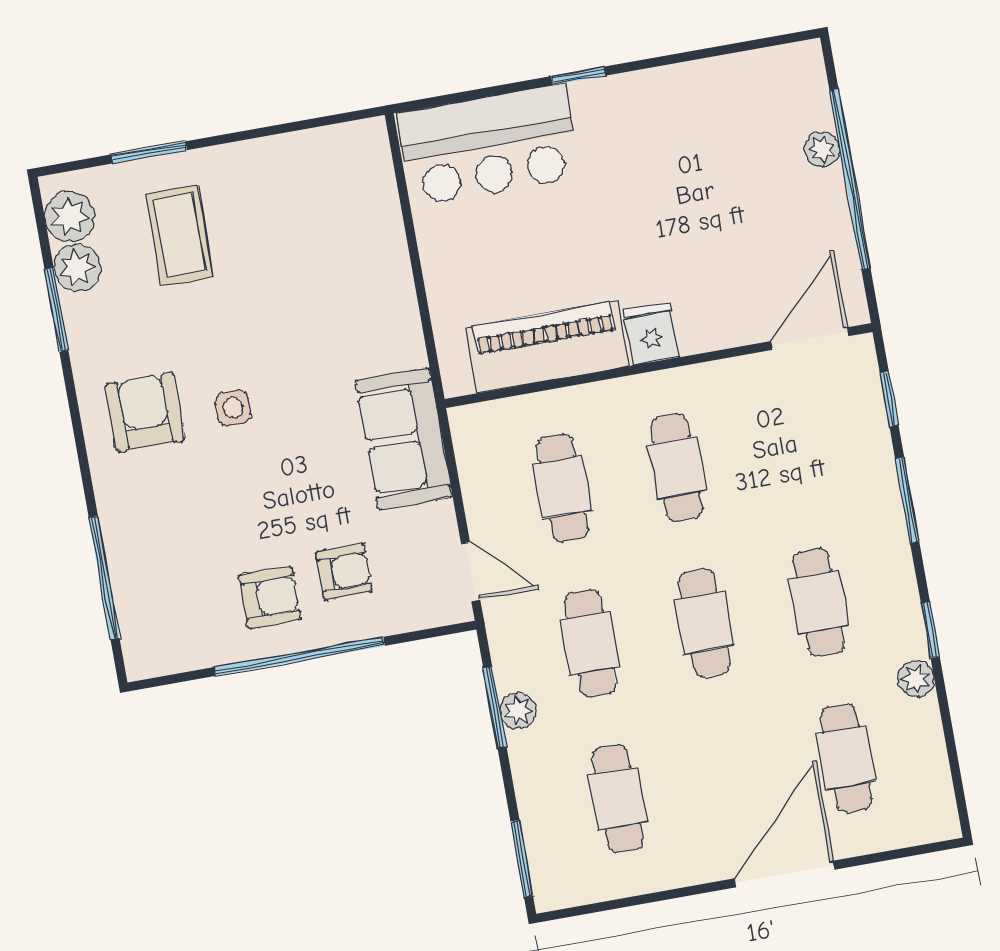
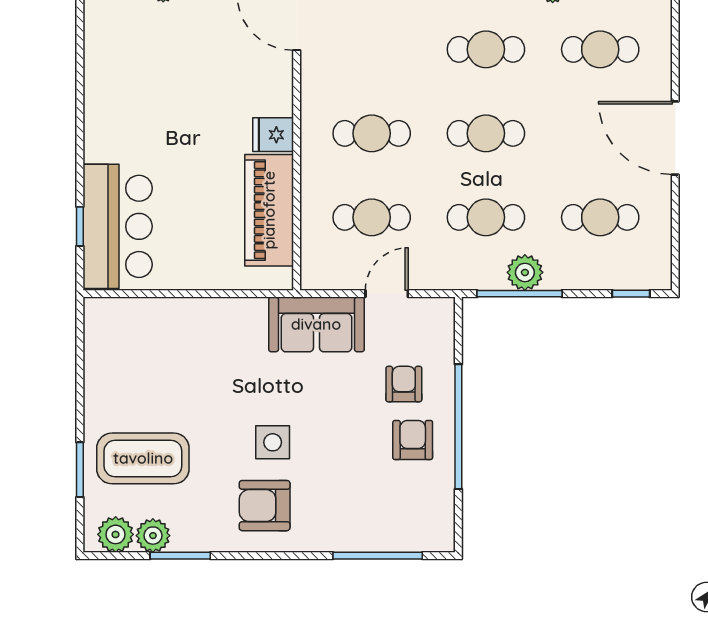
window: (578, 76) -> (80, 226), moved
coffee table: (180, 235) -> (143, 458), width x1.36, depth x1.32
side table: (233, 408) -> (273, 442), width x1.37, depth x1.37
door: (471, 572) -> (387, 294), moved
window: (495, 707) -> (520, 294), width x1.44
plant: (518, 711) -> (525, 272), width x1.38, depth x1.38
window: (522, 859) -> (631, 294), width x0.67
door: (785, 874) -> (675, 138), moved

